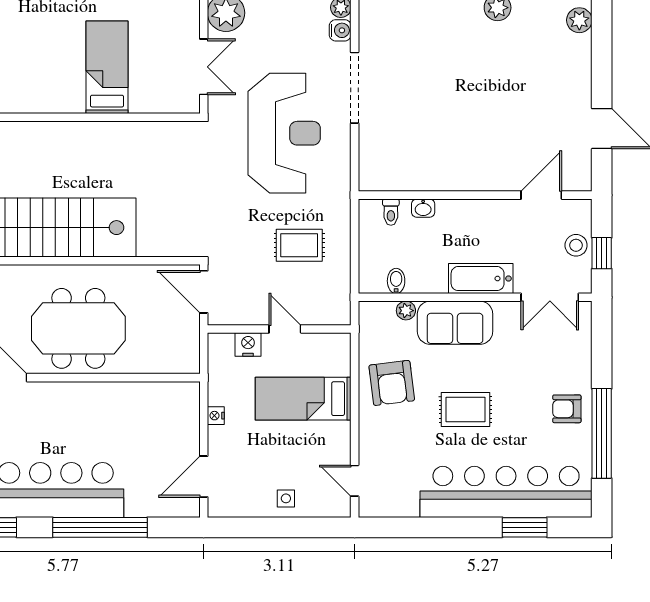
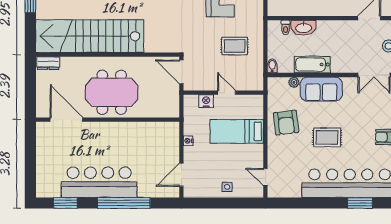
washbasin: (423, 208) -> (304, 28), width x1.91, depth x1.45
bathtub: (481, 279) -> (312, 65), moved
bidet: (396, 281) -> (272, 66), moved

